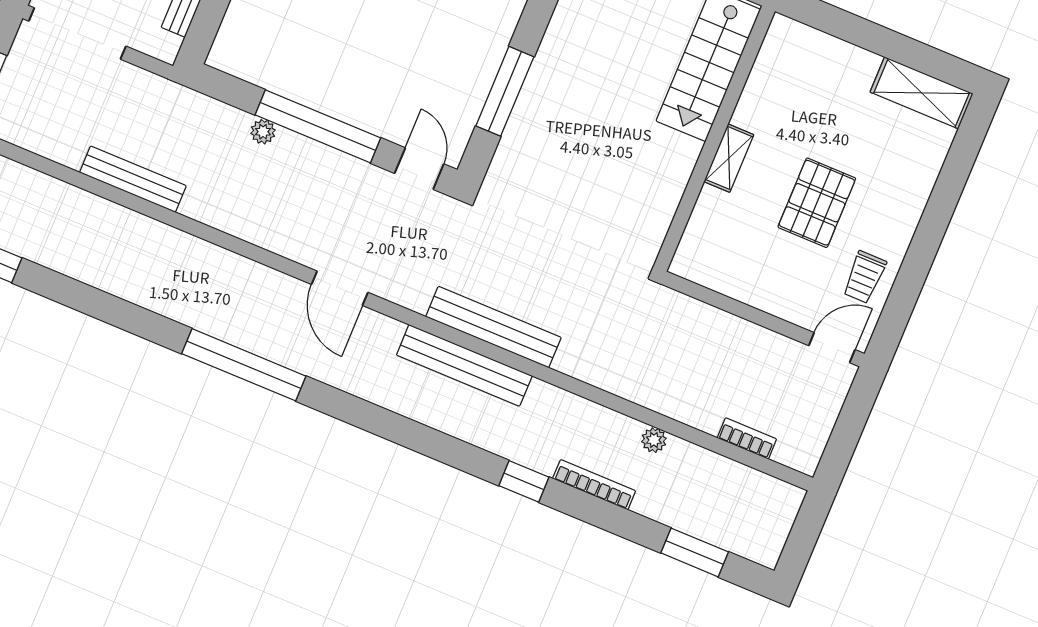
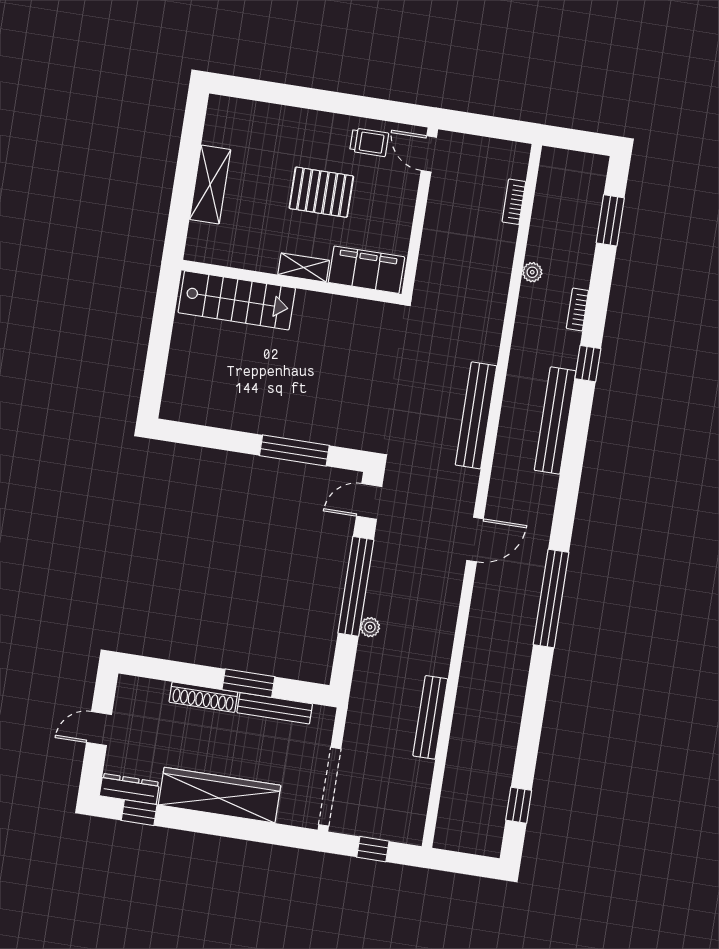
shelving: (922, 93) -> (210, 185), moved
filing cabinet: (707, 235) -> (366, 270), added
bench: (464, 365) -> (555, 421), moved
bookcase: (594, 485) -> (577, 309), width x0.64

